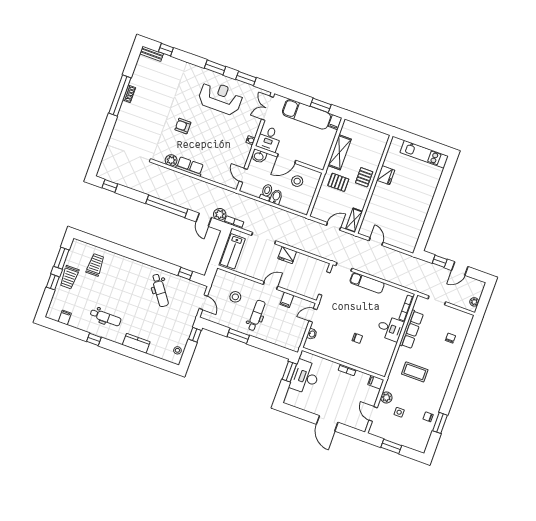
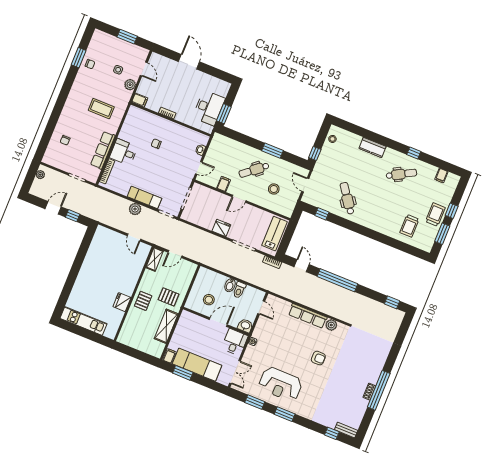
row of seats: (190, 167) -> (308, 316), width x1.48
plant: (220, 214) -> (135, 209), moved
dental chair: (256, 315) -> (254, 170), turned 50
dental chair: (106, 317) -> (401, 174), turned 151

